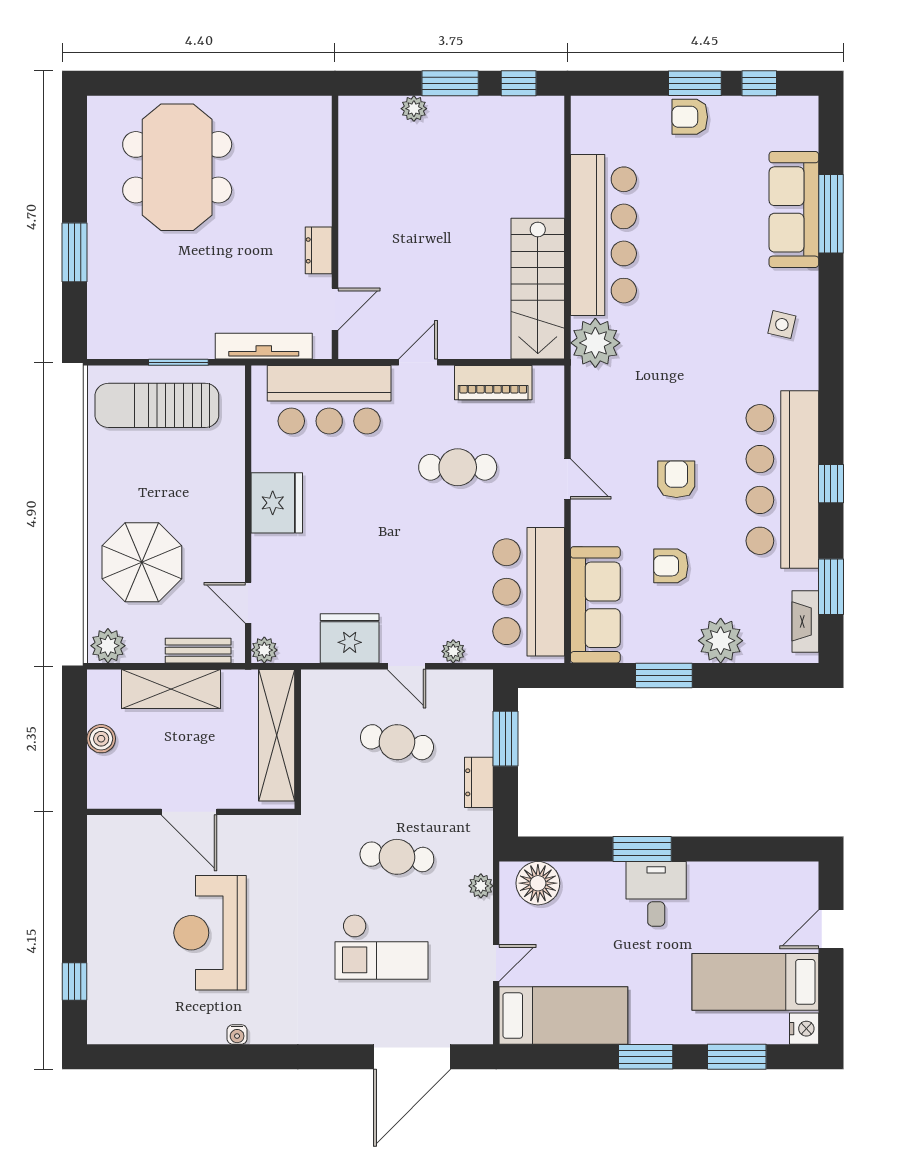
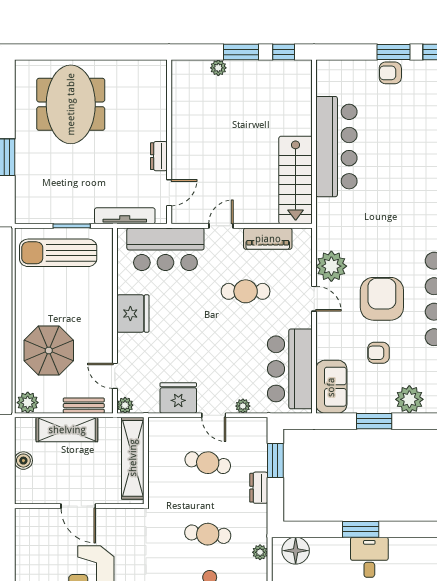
plant: (595, 343) -> (331, 266), moved
armchair: (676, 479) -> (382, 299), width x1.88, depth x1.88
sofa: (595, 605) -> (331, 387), width x0.73

